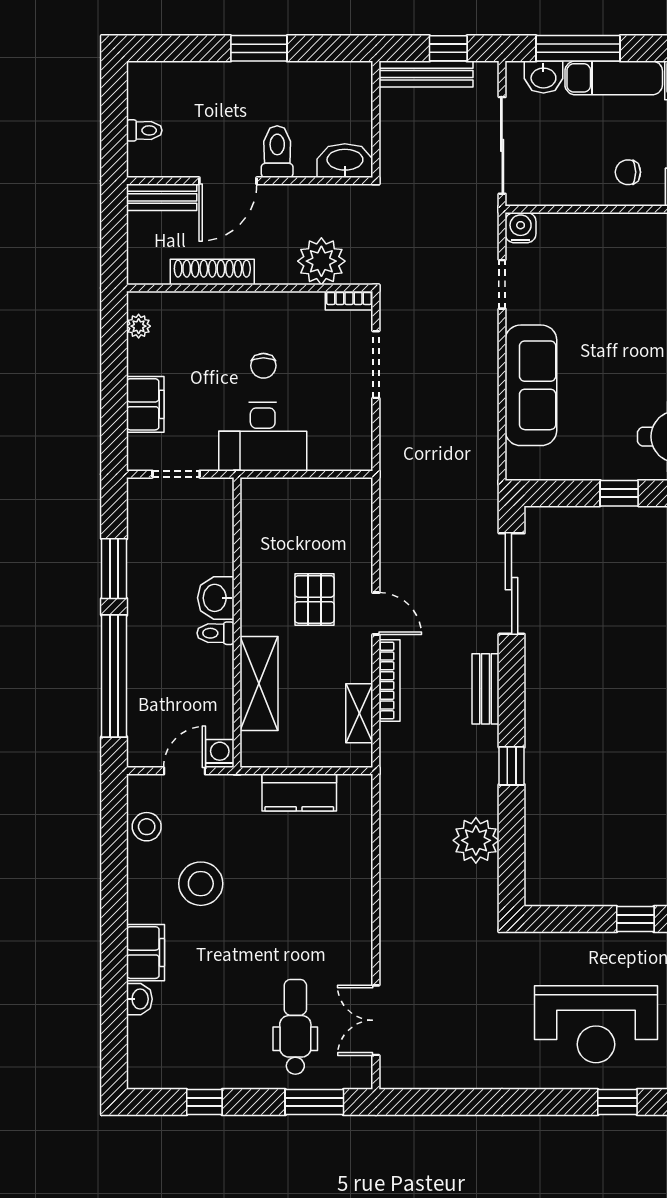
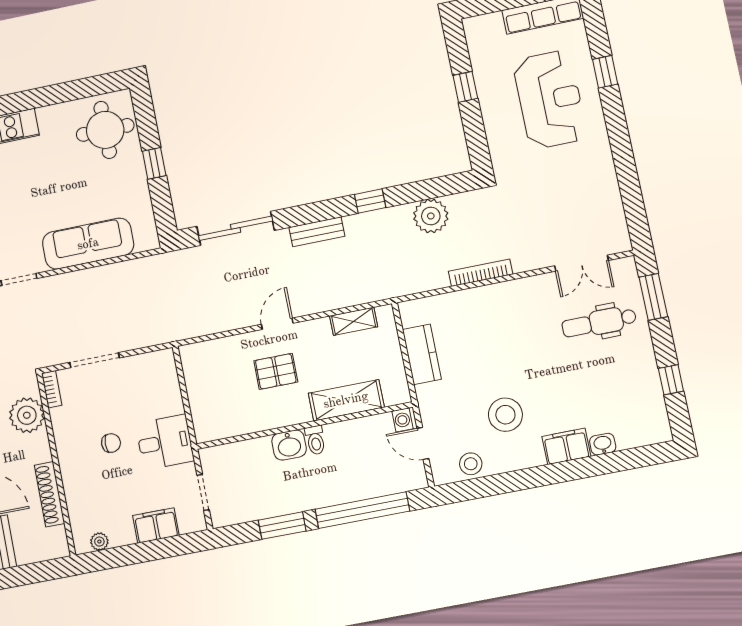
desk: (263, 437) -> (165, 442), width x0.73
bookcase: (389, 681) -> (481, 273), moved

